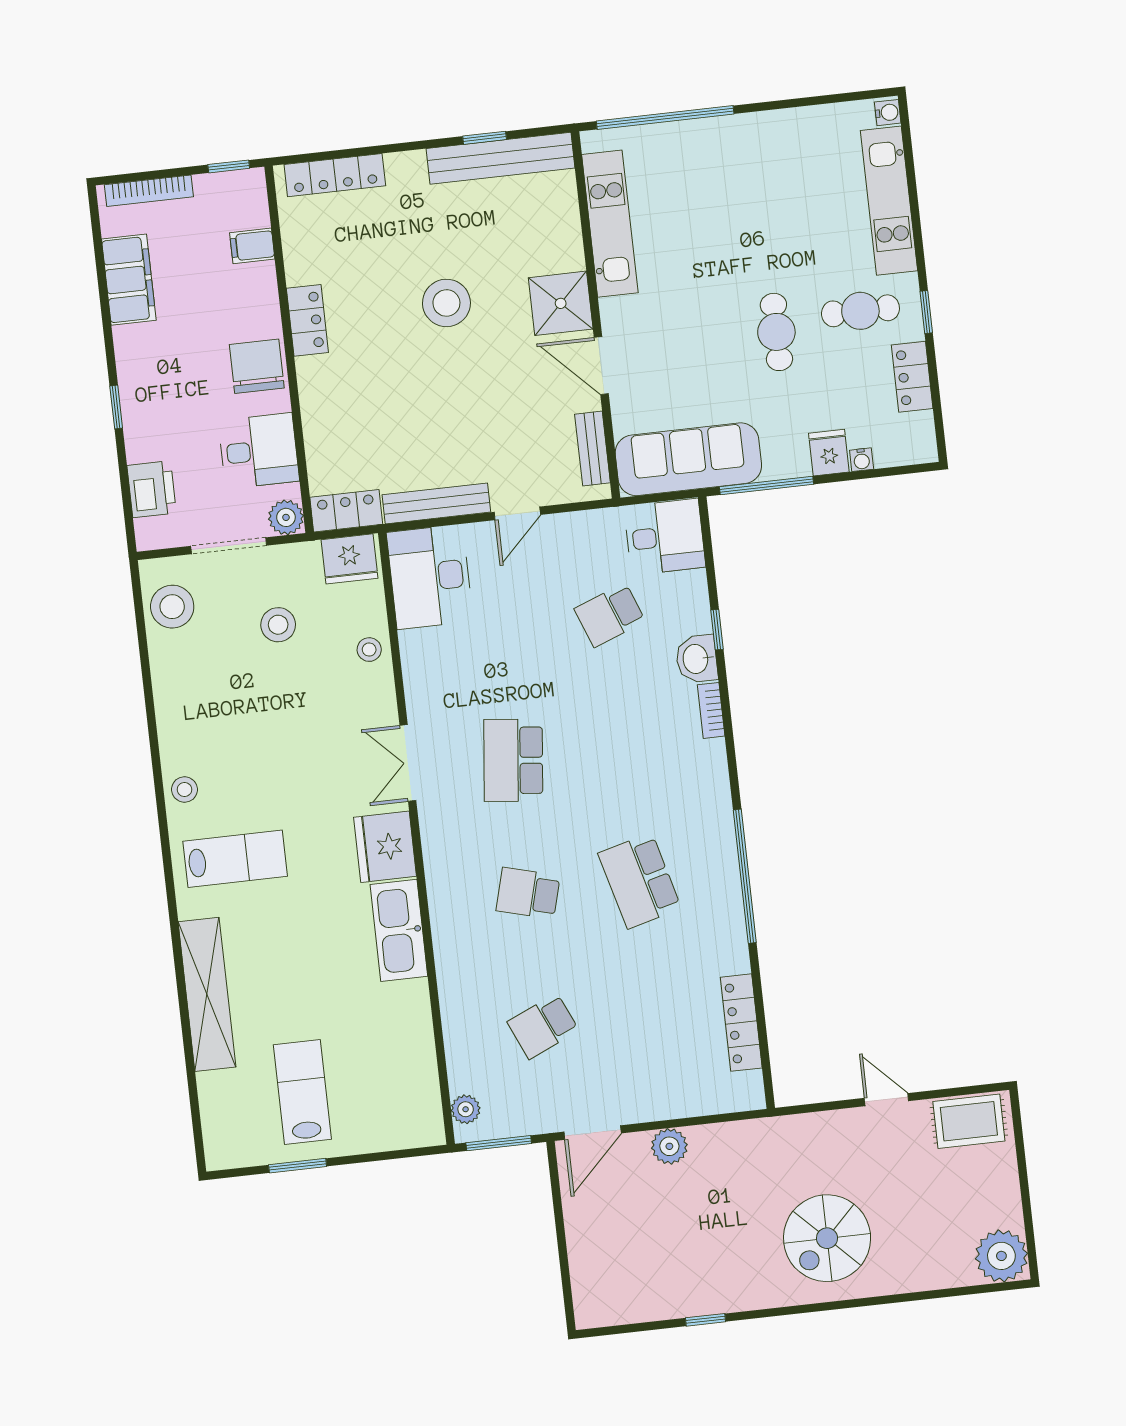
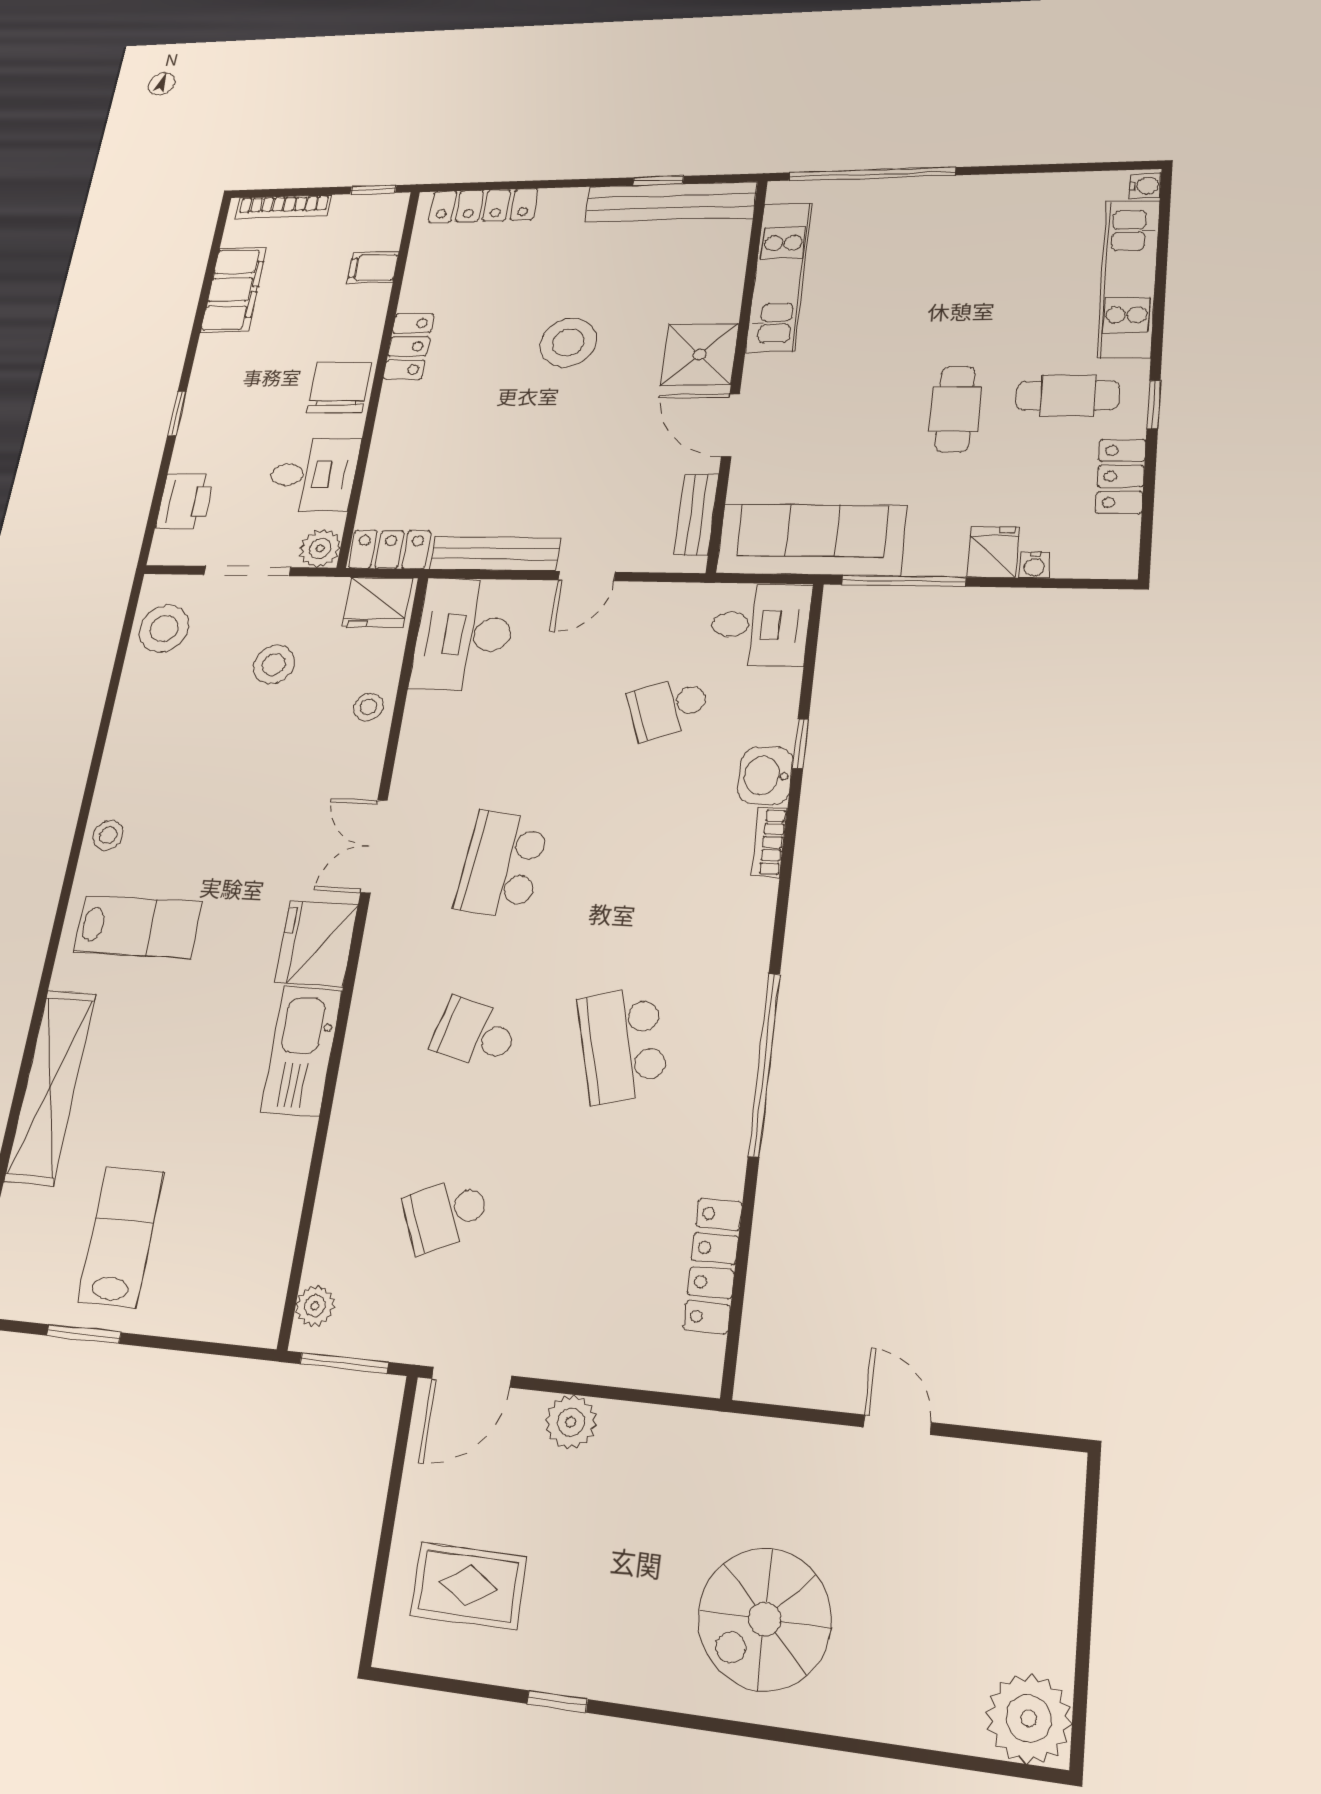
rug: (969, 1121) -> (468, 1586), moved

